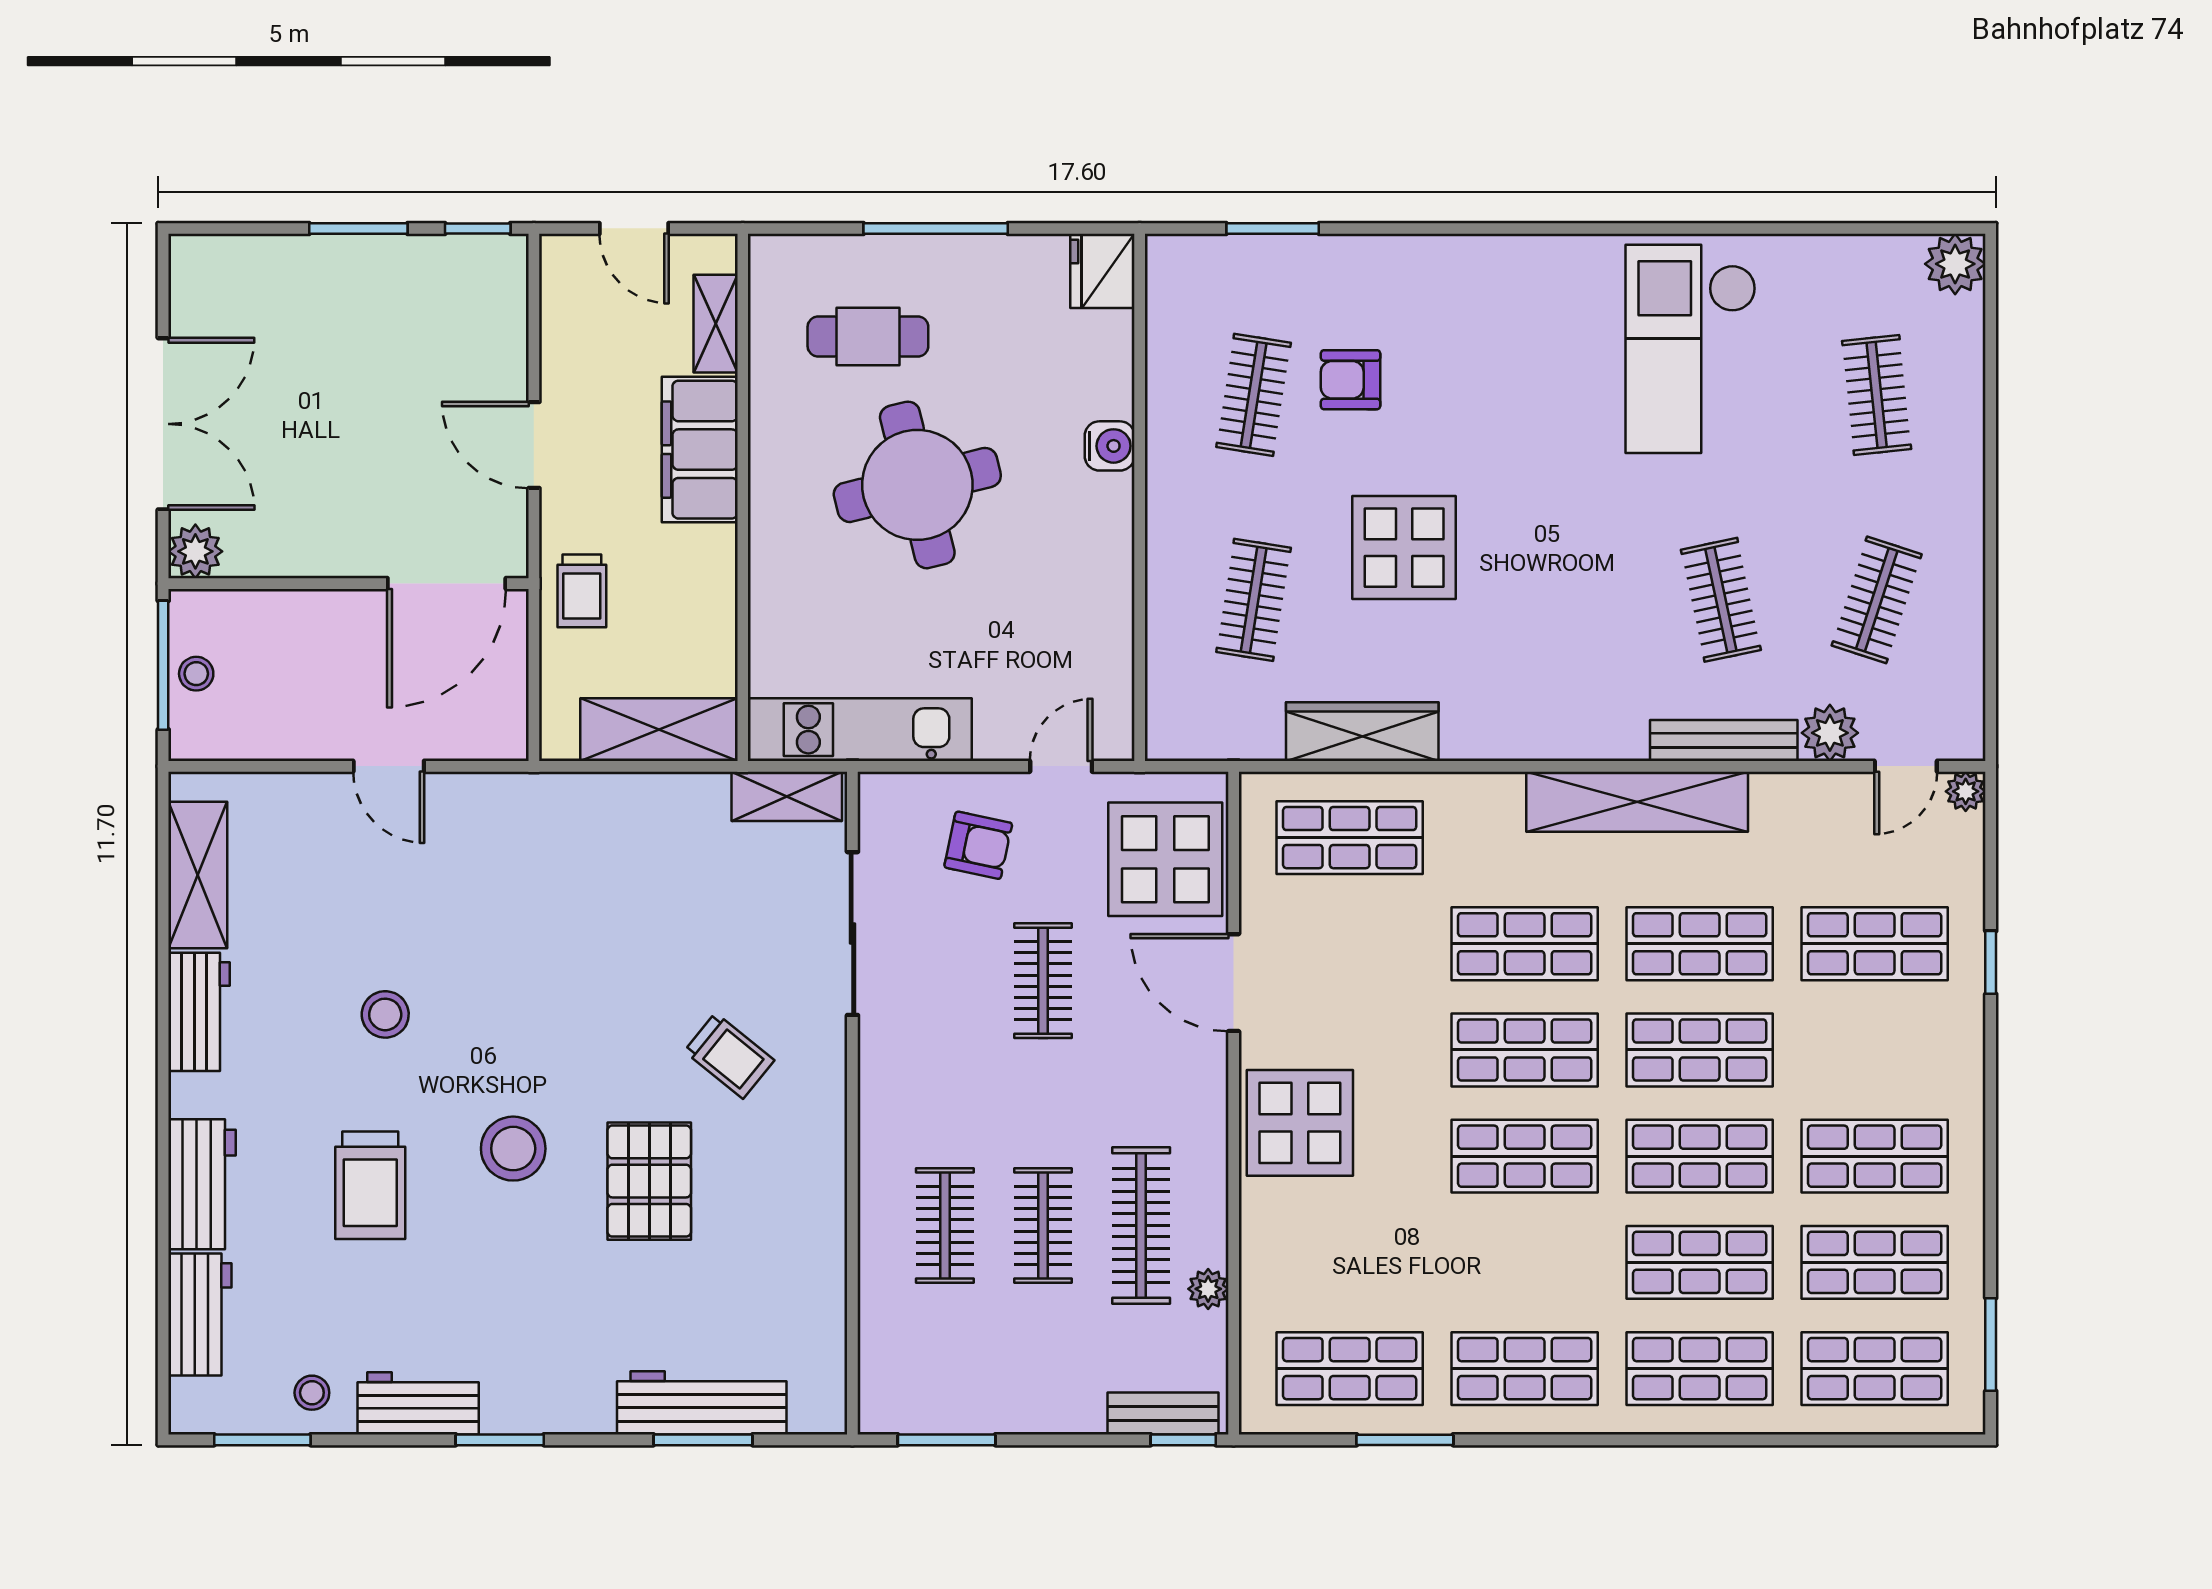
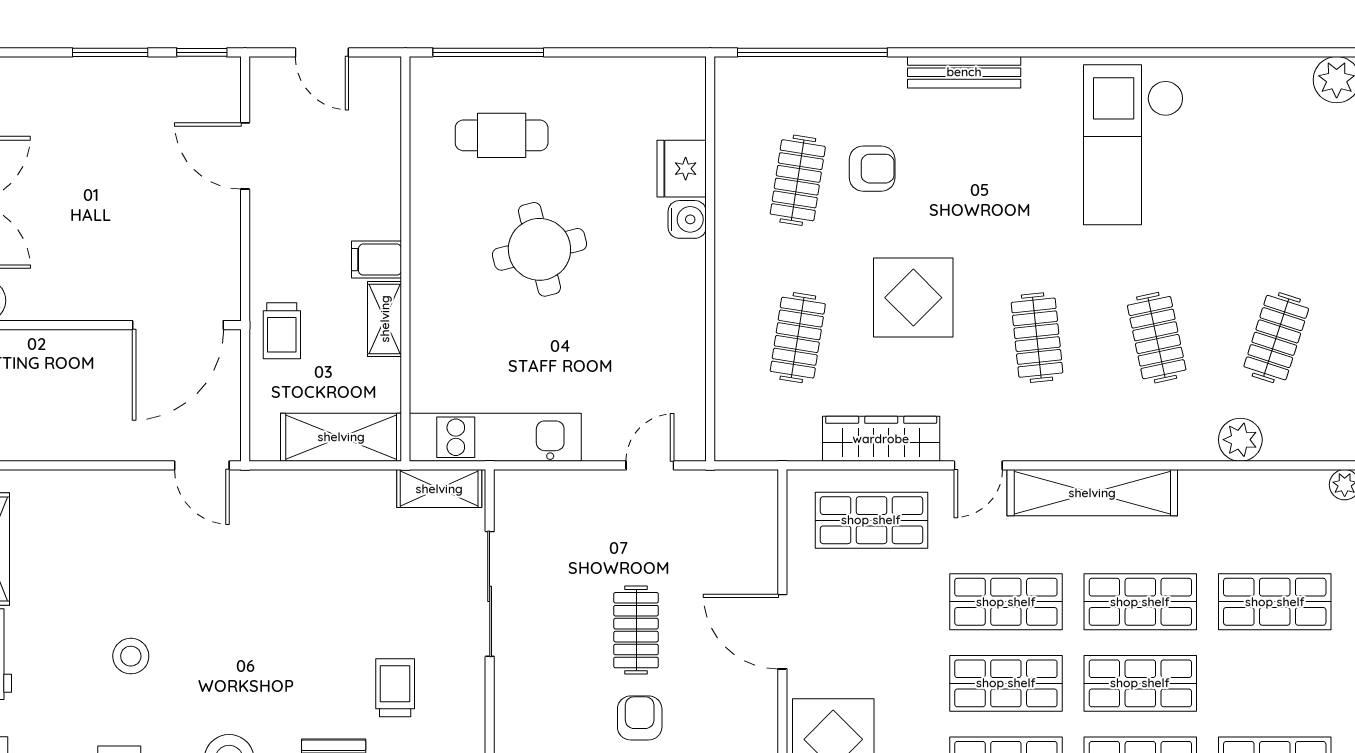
window: (936, 228) -> (488, 52), moved
window: (1273, 228) -> (812, 52), width x2.11
fridge: (1102, 271) -> (682, 169), moved
shelving: (716, 324) -> (385, 319), moved
armchair: (1351, 380) -> (872, 169), turned 180
clothes rail: (1877, 395) -> (1037, 338), moved
door: (534, 445) -> (245, 156), moved
filing cabinet: (700, 450) -> (377, 260), width x0.33, depth x0.86
round table: (917, 485) -> (539, 249), width x0.73, depth x0.73
bench: (1724, 740) -> (964, 72), moved
door: (389, 766) -> (202, 465), moved
door: (1906, 766) -> (978, 465), moved
armchair: (978, 845) -> (640, 718), moved, turned -102
display table: (1165, 859) -> (730, 537), removed
trolley: (729, 1056) -> (395, 688), turned -129

